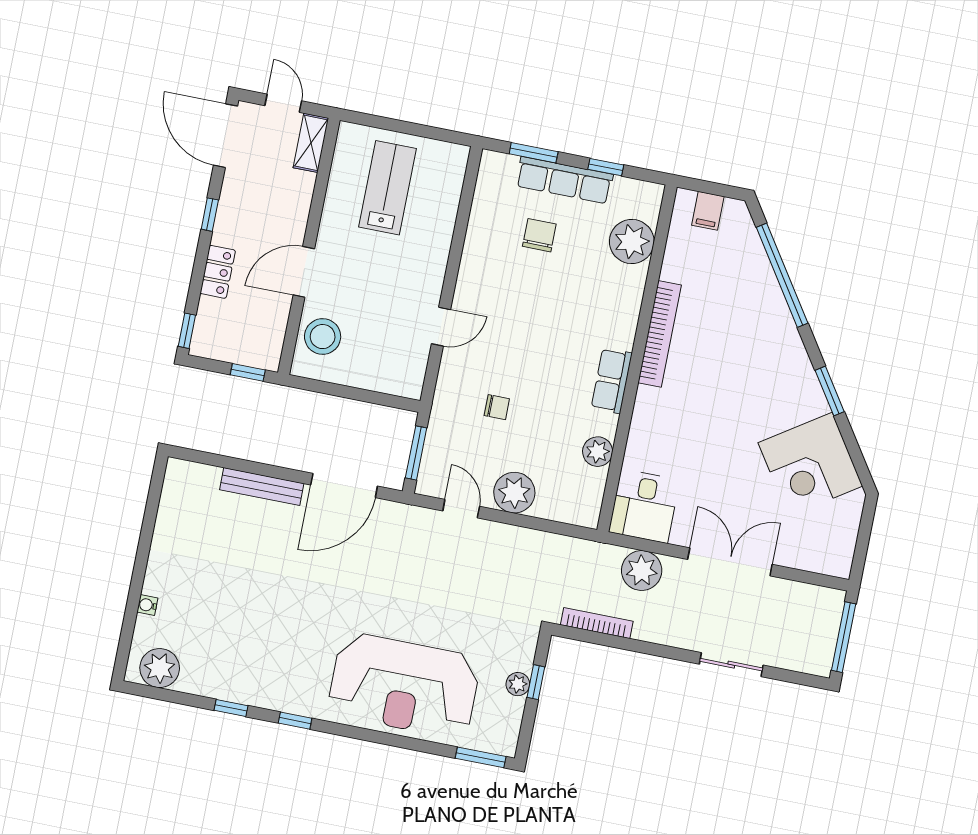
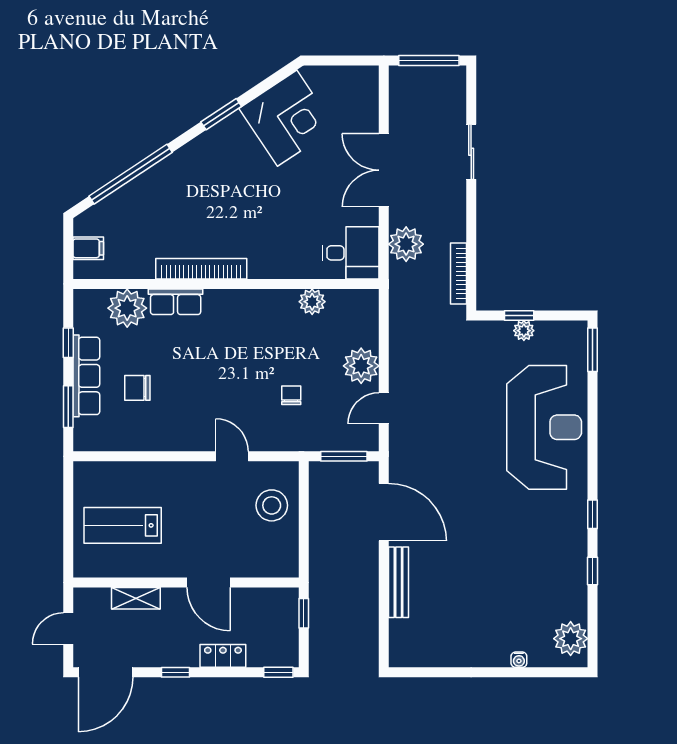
shelving: (311, 143) -> (136, 598), moved
stool: (323, 337) -> (272, 505), moved
row of seats: (612, 381) -> (176, 302), moved

